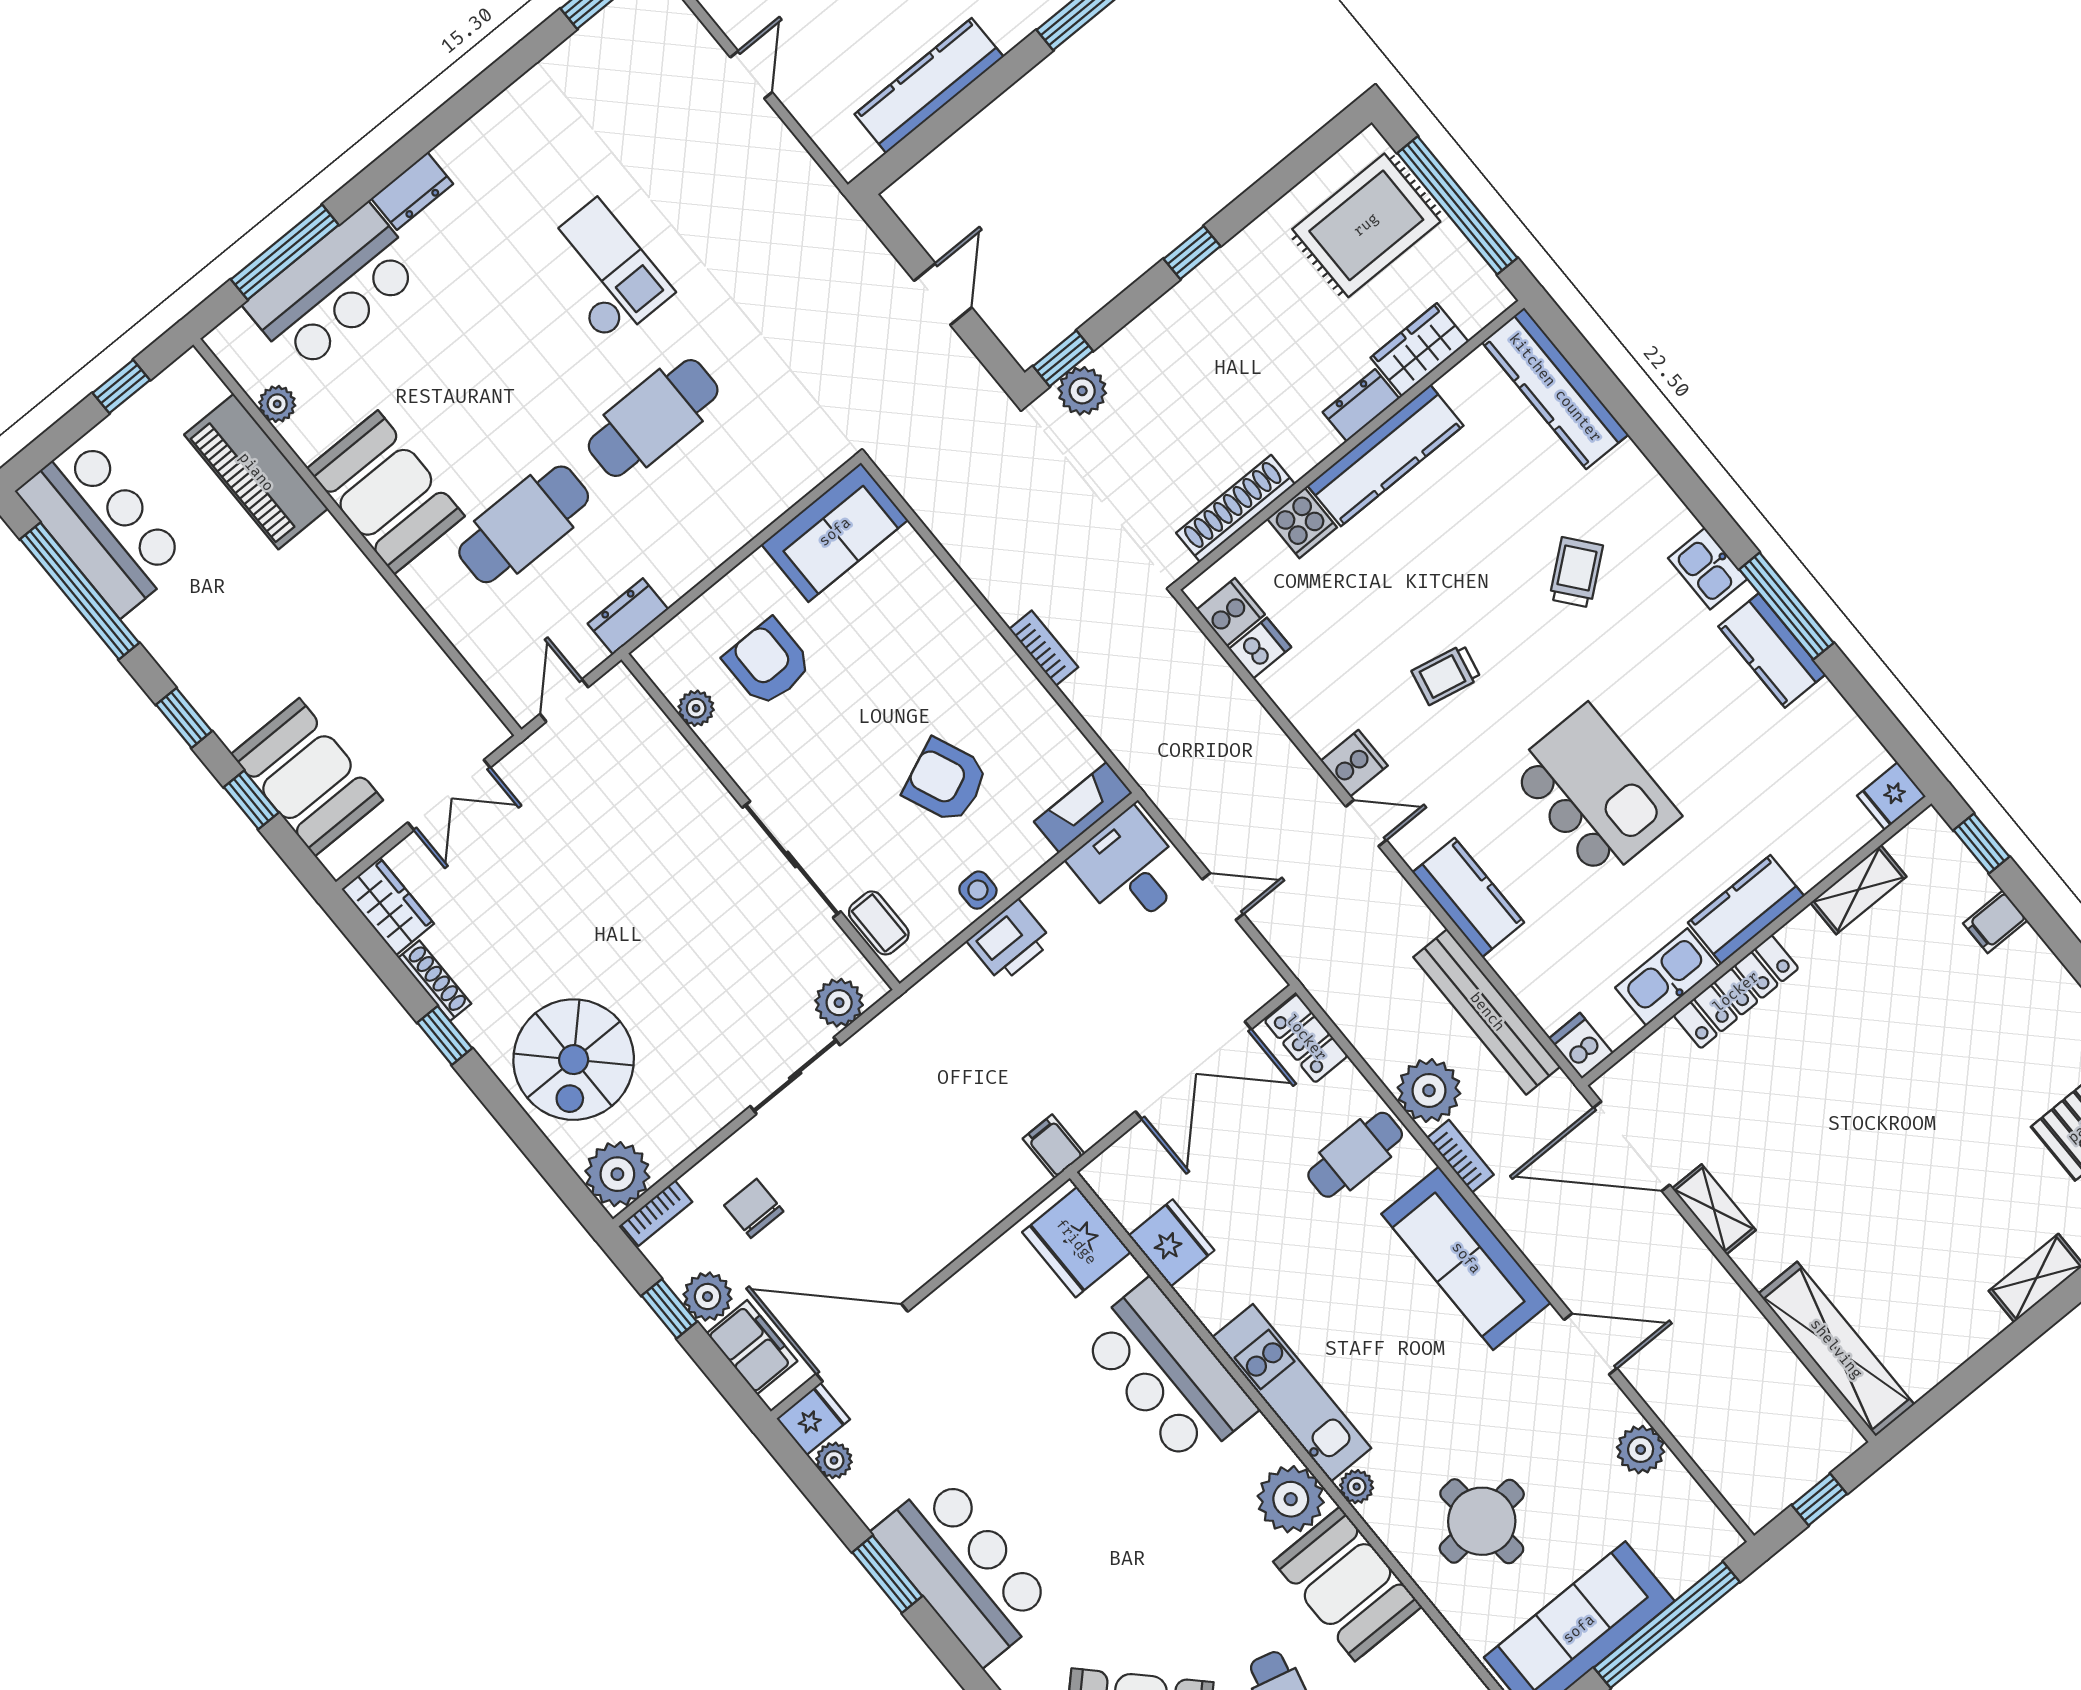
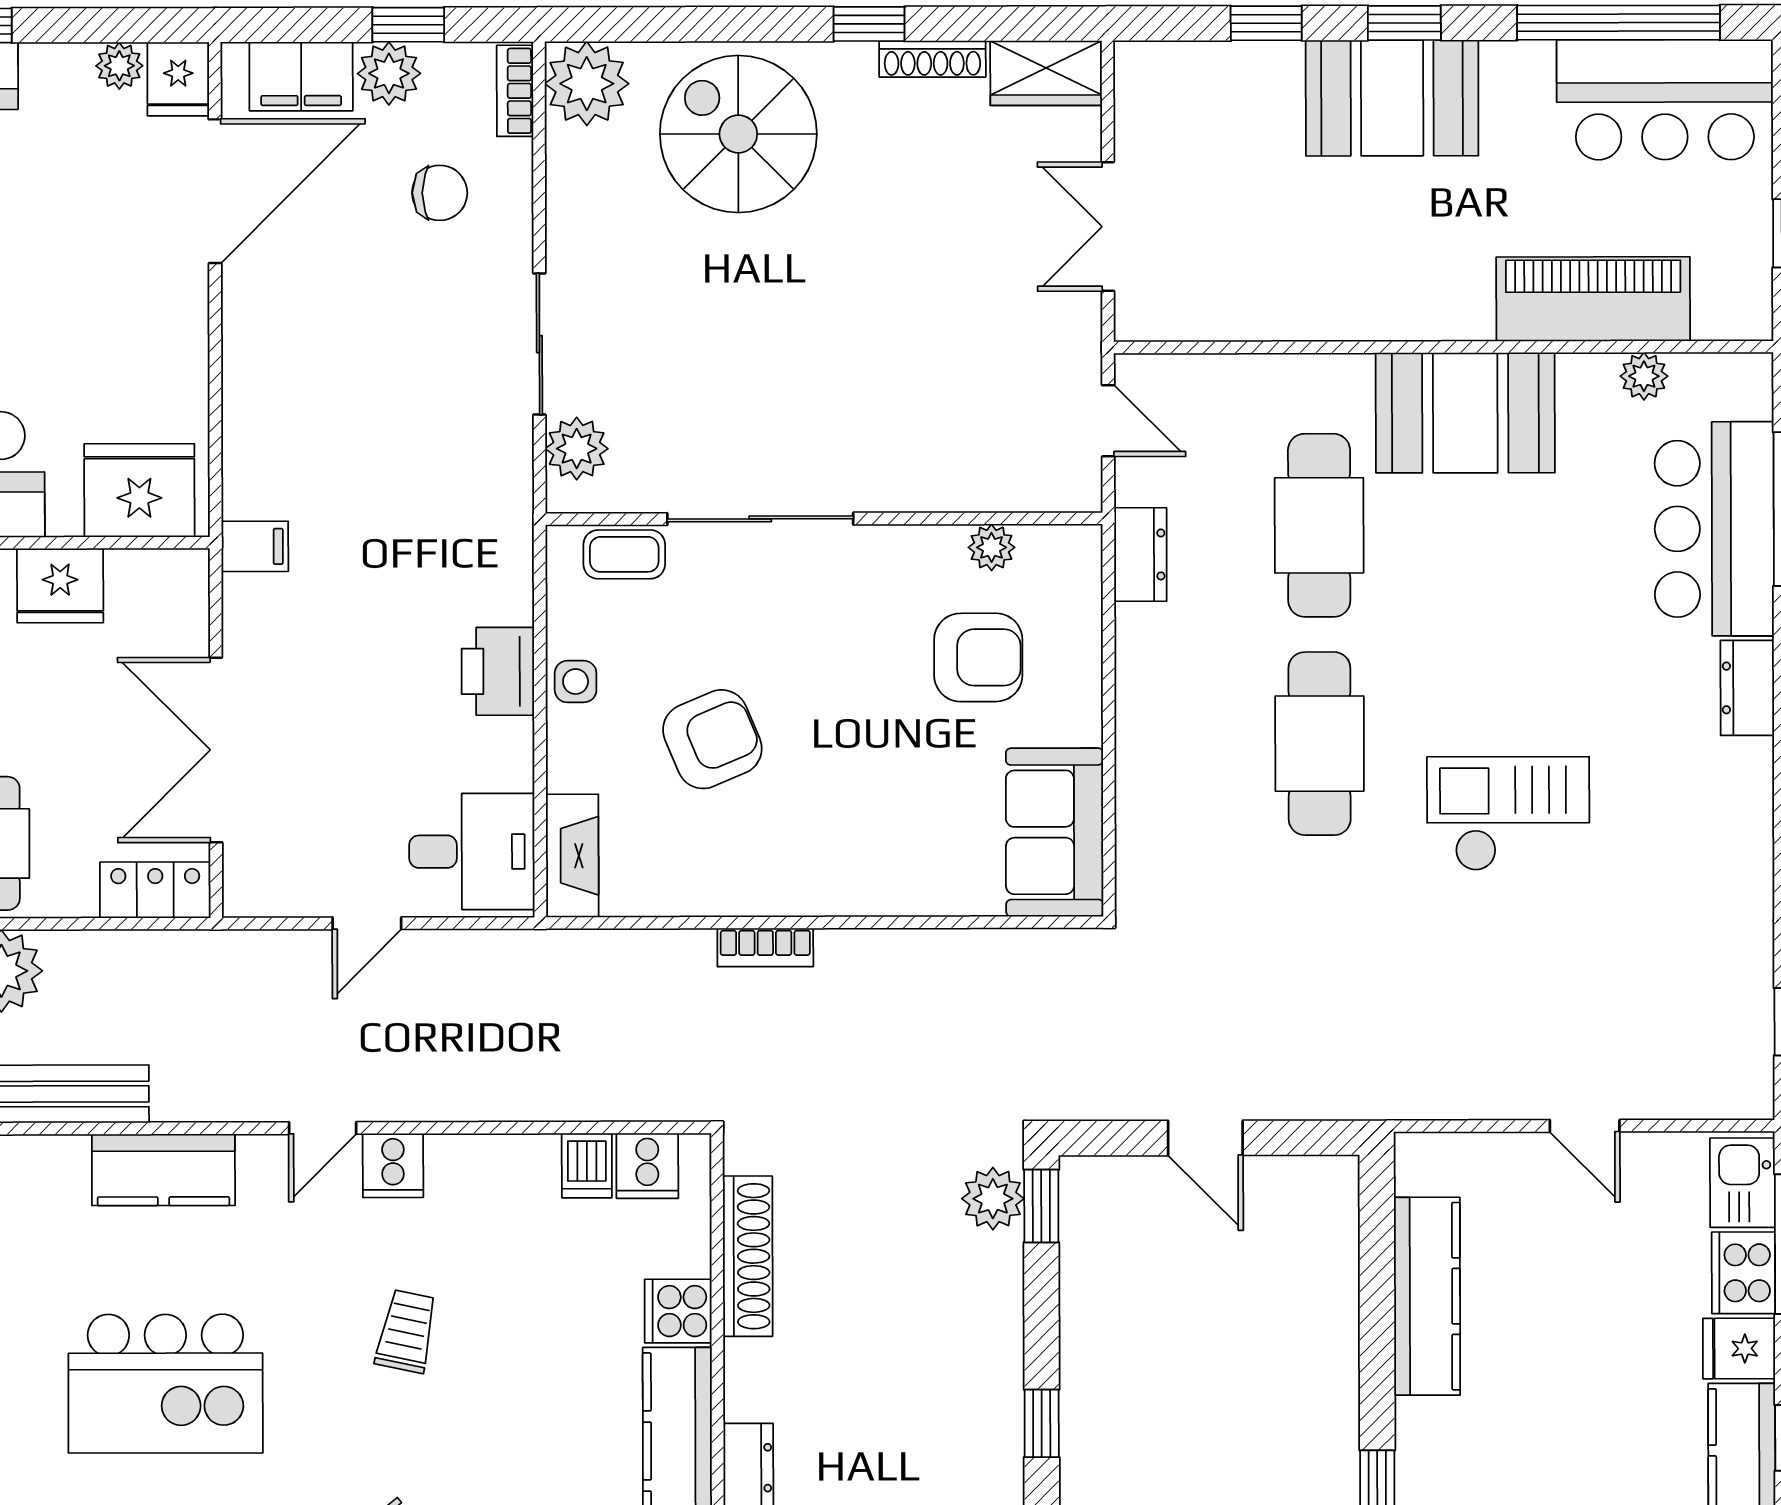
checkout: (603, 272) -> (1508, 814), turned 180
booth: (307, 777) -> (1392, 98), moved

